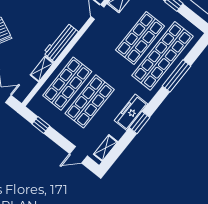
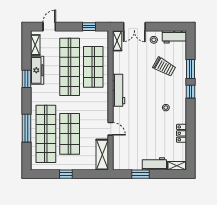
shelving: (42, 69) -> (117, 41), moved
shop shelf: (90, 101) -> (70, 67), width x1.40
freezer: (131, 112) -> (37, 70), moved

